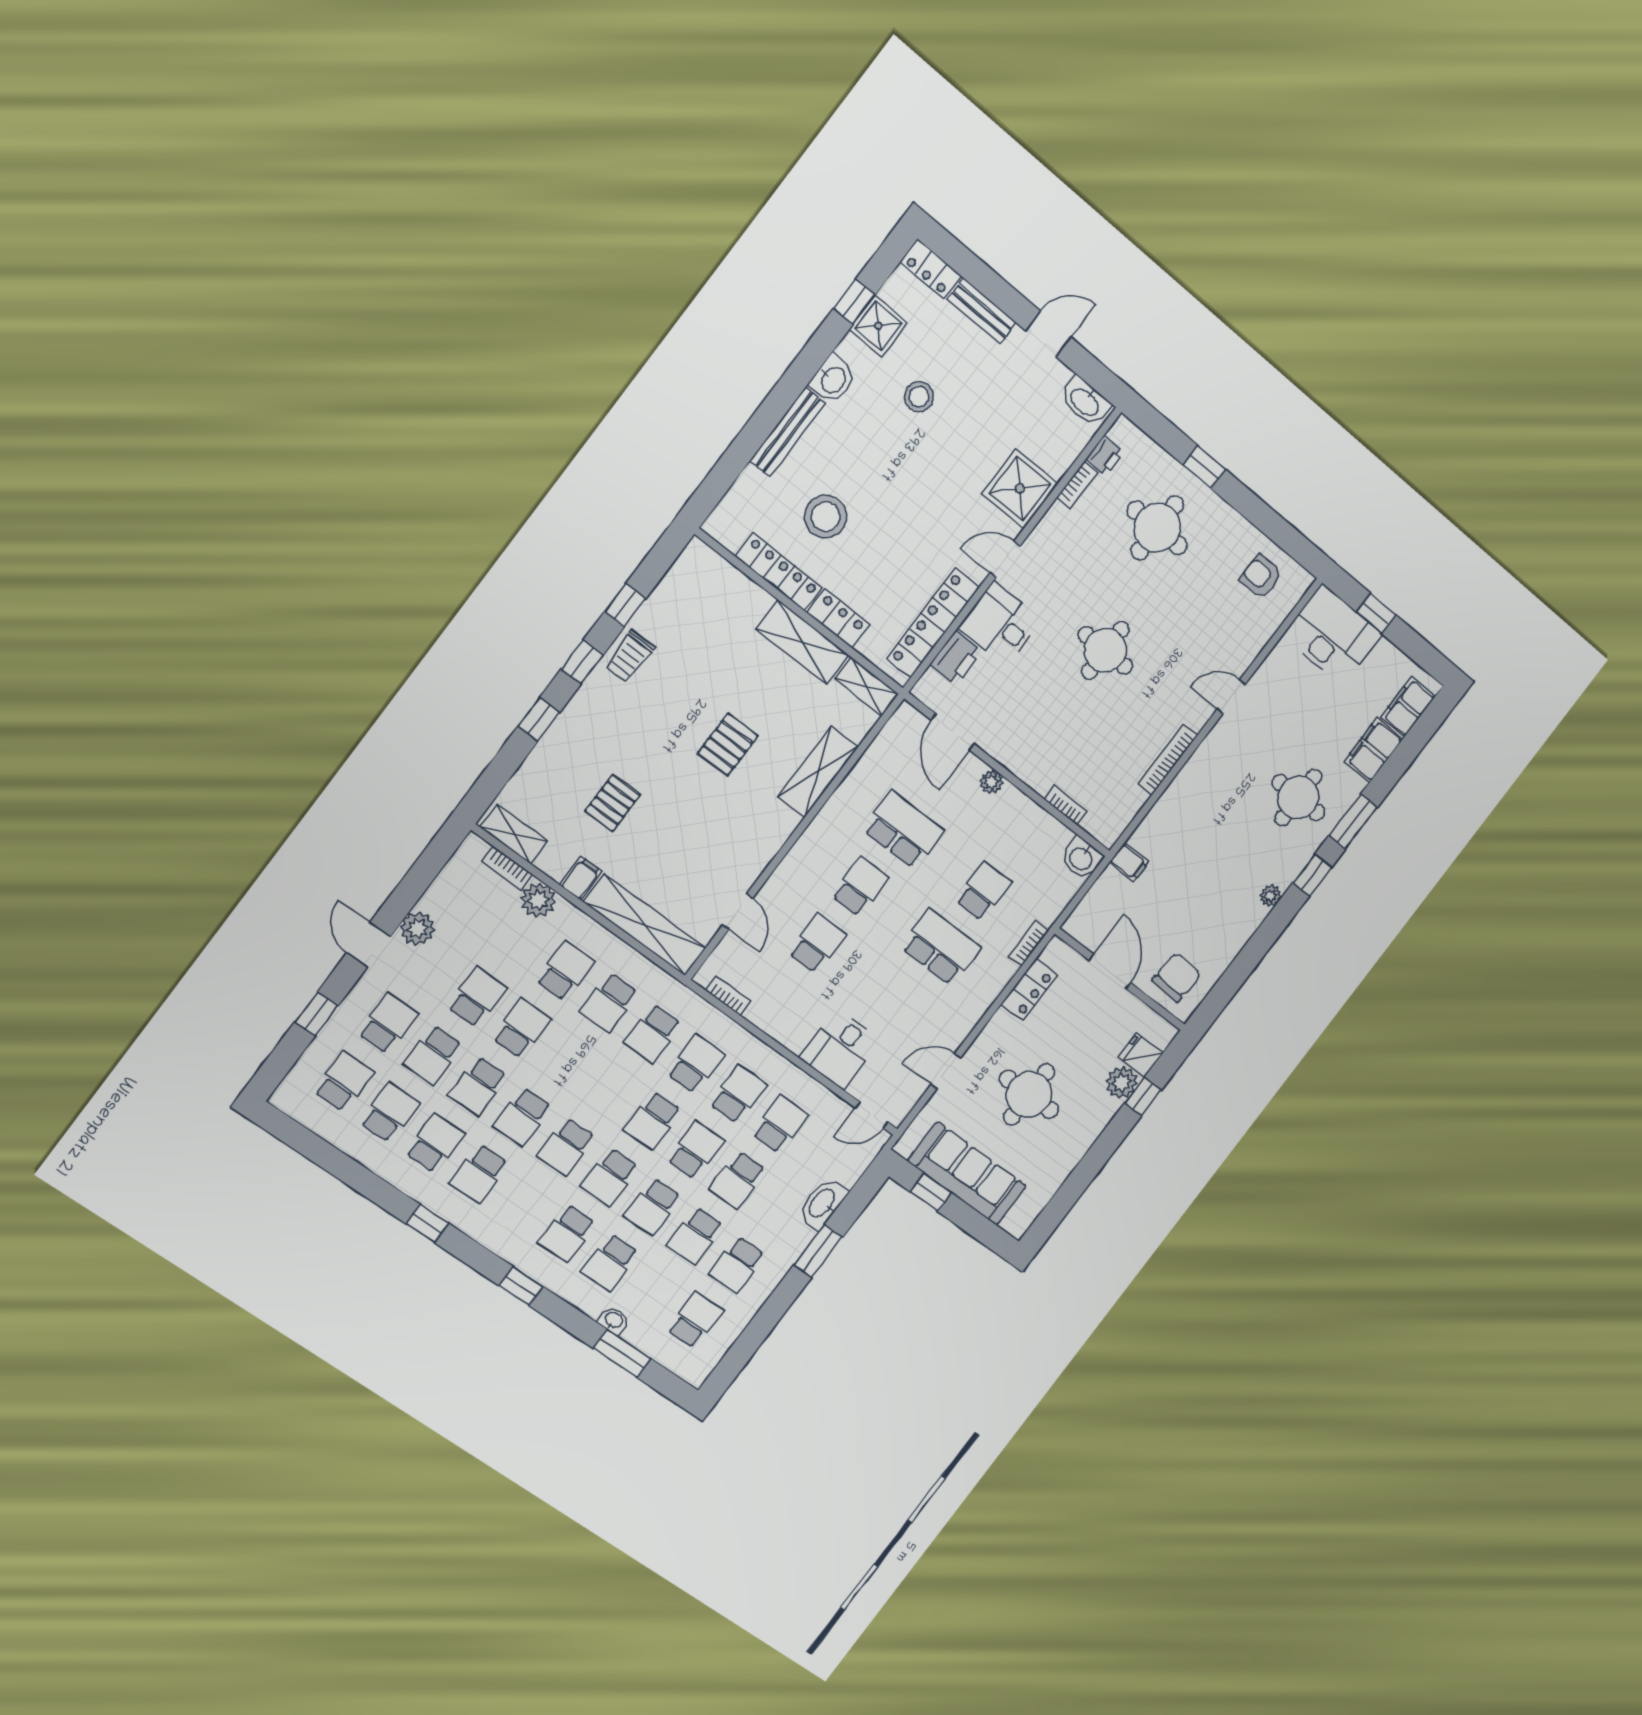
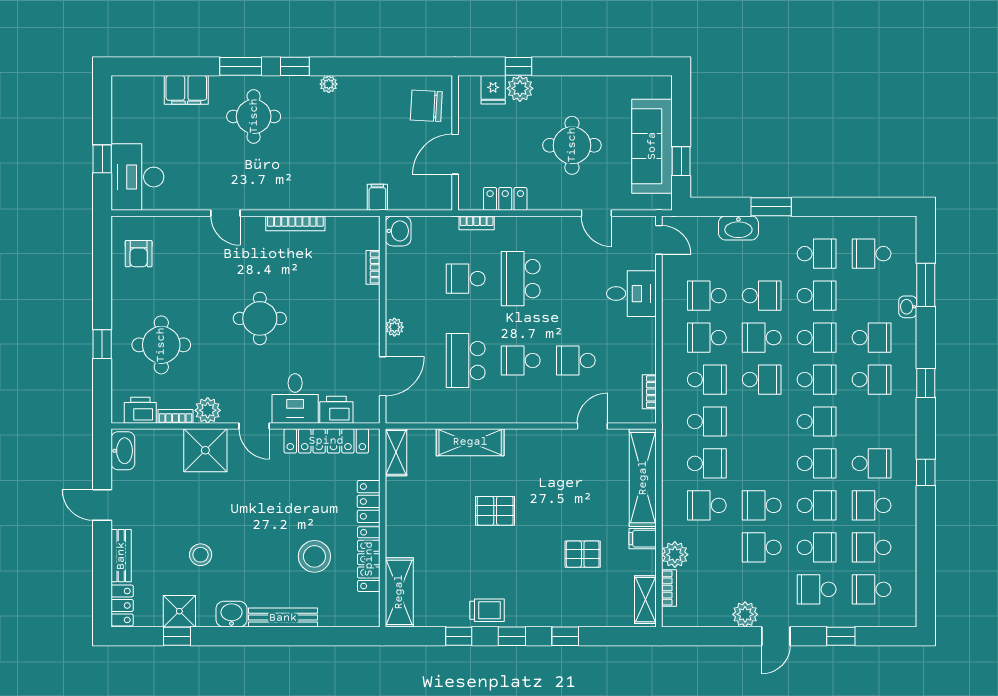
printer: (1105, 455) -> (140, 410), width x1.36, depth x1.24
plant: (1057, 523) -> (208, 410), added
shelving: (803, 642) -> (399, 592), moved
filing cabinet: (1408, 707) -> (142, 89), removed
school desk: (696, 1064) -> (707, 380), turned 180

